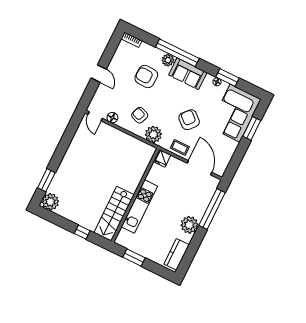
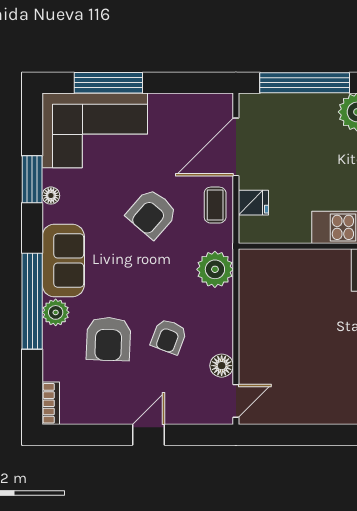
armchair: (140, 115) -> (169, 337), moved
window: (252, 128) -> (108, 83), width x1.44
fridge: (163, 159) -> (253, 203), moved

